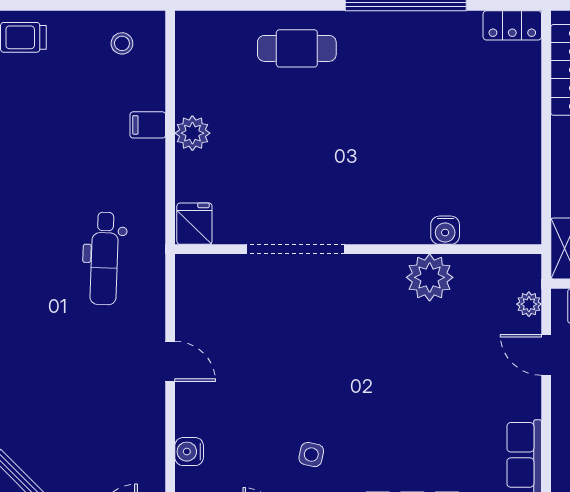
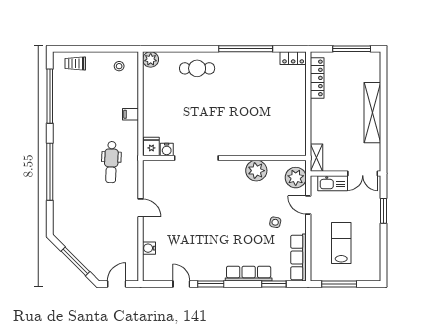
filing cabinet: (148, 125) -> (131, 114), moved
plant: (192, 133) -> (151, 59), moved
water cooler: (445, 230) -> (167, 149), moved
plant: (529, 304) -> (296, 178), width x1.87, depth x1.87
side table: (311, 455) -> (275, 222), moved

